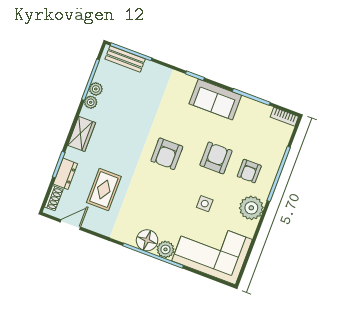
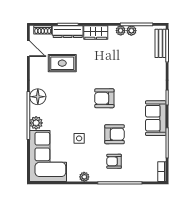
dresser: (65, 174) -> (68, 32), width x1.44
plant: (251, 208) -> (84, 177), width x0.53, depth x0.53
floor lamp: (147, 240) -> (38, 97), moved

